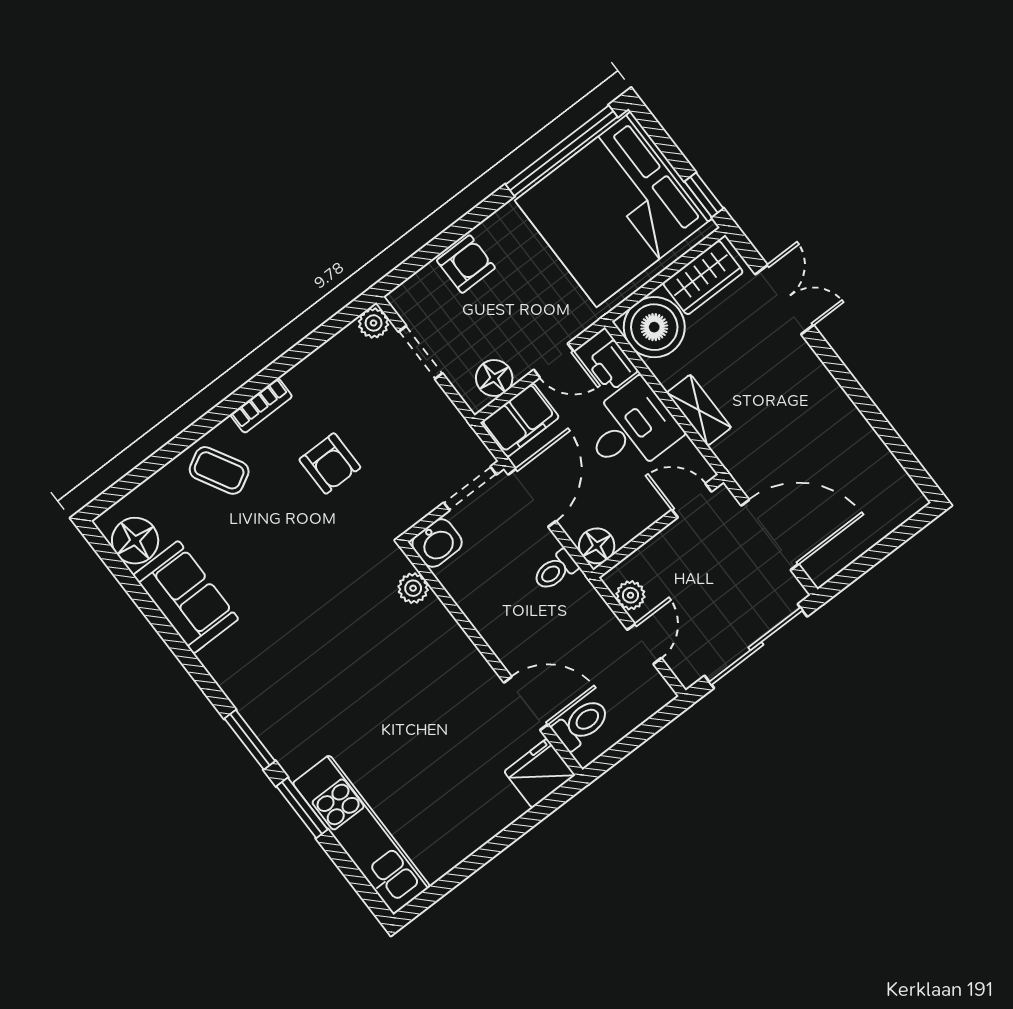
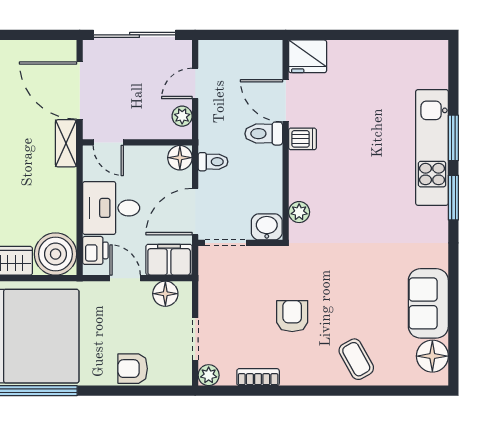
bookcase: (261, 406) -> (258, 377), moved
shelving: (699, 410) -> (66, 143), moved
dishwasher: (473, 675) -> (302, 139), added
toilet: (581, 724) -> (264, 134), moved
kitchen unit: (361, 835) -> (432, 147), moved

